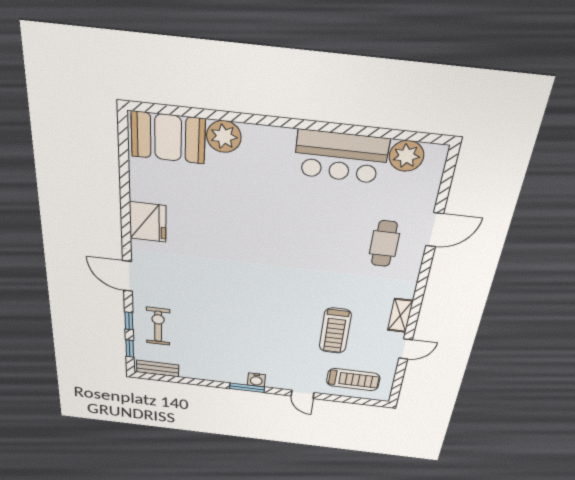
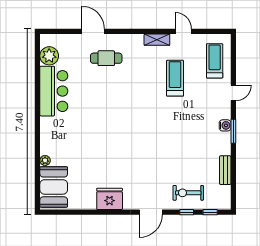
plant: (224, 137) -> (45, 160), width x0.53, depth x0.53
treadmill: (335, 331) -> (175, 78), turned -90
bench: (158, 369) -> (225, 170), moved

